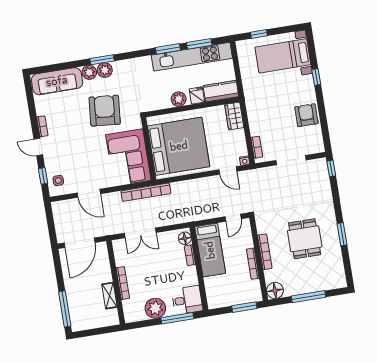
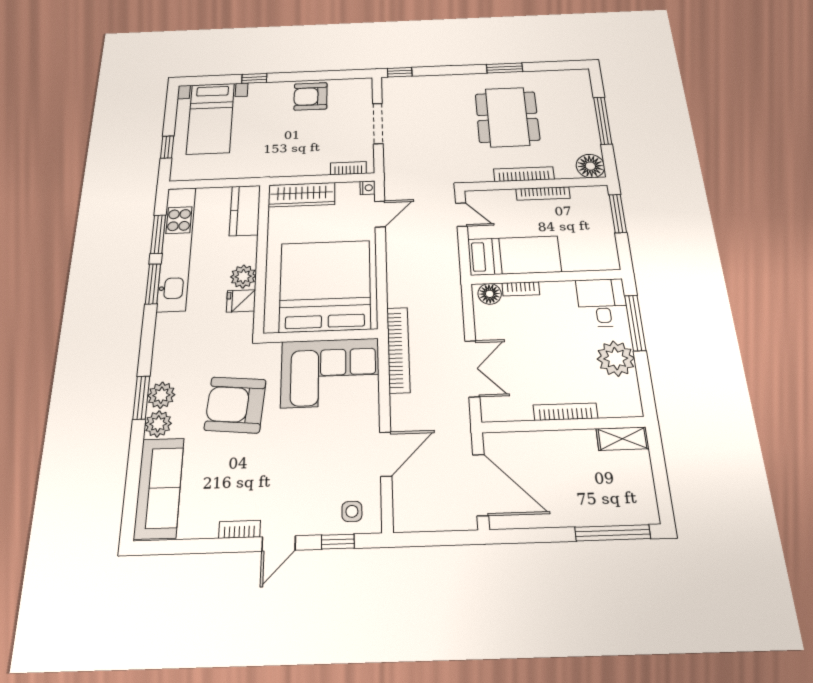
fridge: (197, 96) -> (241, 301), moved
wardrobe: (234, 116) -> (302, 195), width x1.50
dining table: (305, 239) -> (507, 117), width x1.38
shelving: (109, 296) -> (622, 439), moved

